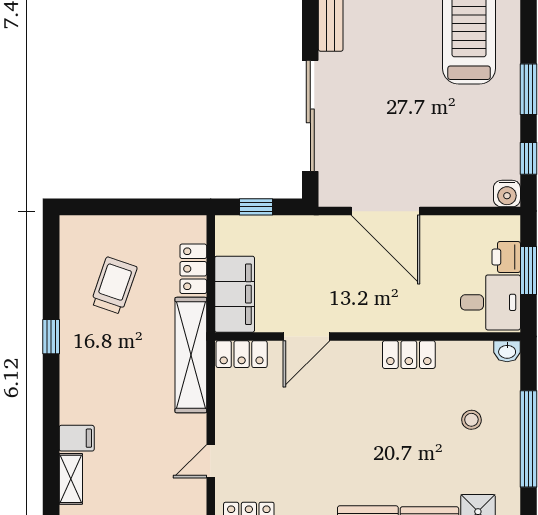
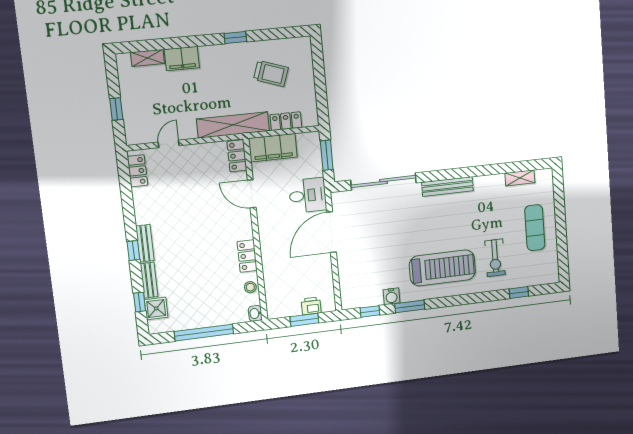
water cooler: (507, 194) -> (391, 296), moved, turned -90
window: (256, 207) -> (327, 155), width x1.50
desk: (491, 302) -> (308, 195), moved, turned -90
stool: (471, 420) -> (250, 287), moved
filing cabinet: (77, 438) -> (182, 59), width x2.00
door: (211, 461) -> (169, 144), hinge flipped

